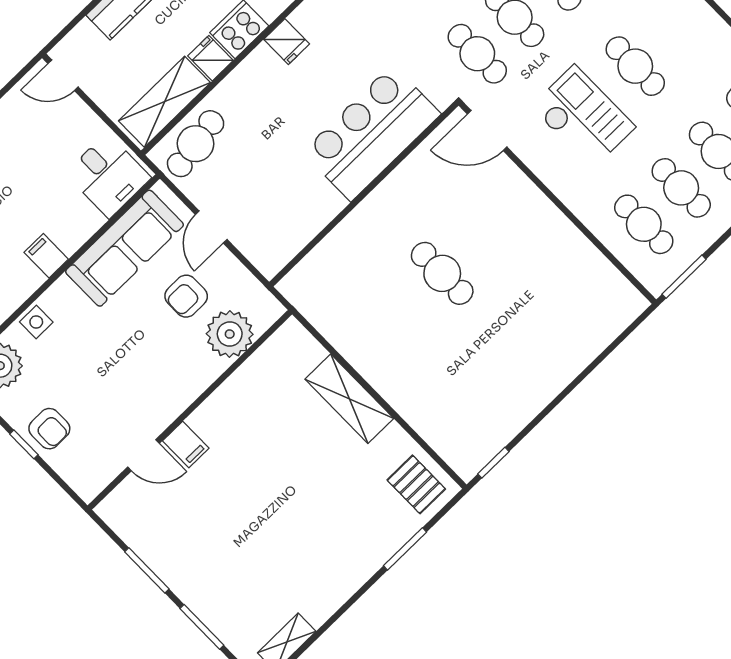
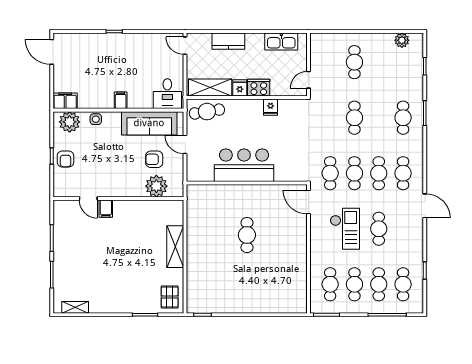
bar counter: (372, 133) -> (244, 165), moved
door: (211, 227) -> (185, 144), hinge flipped

